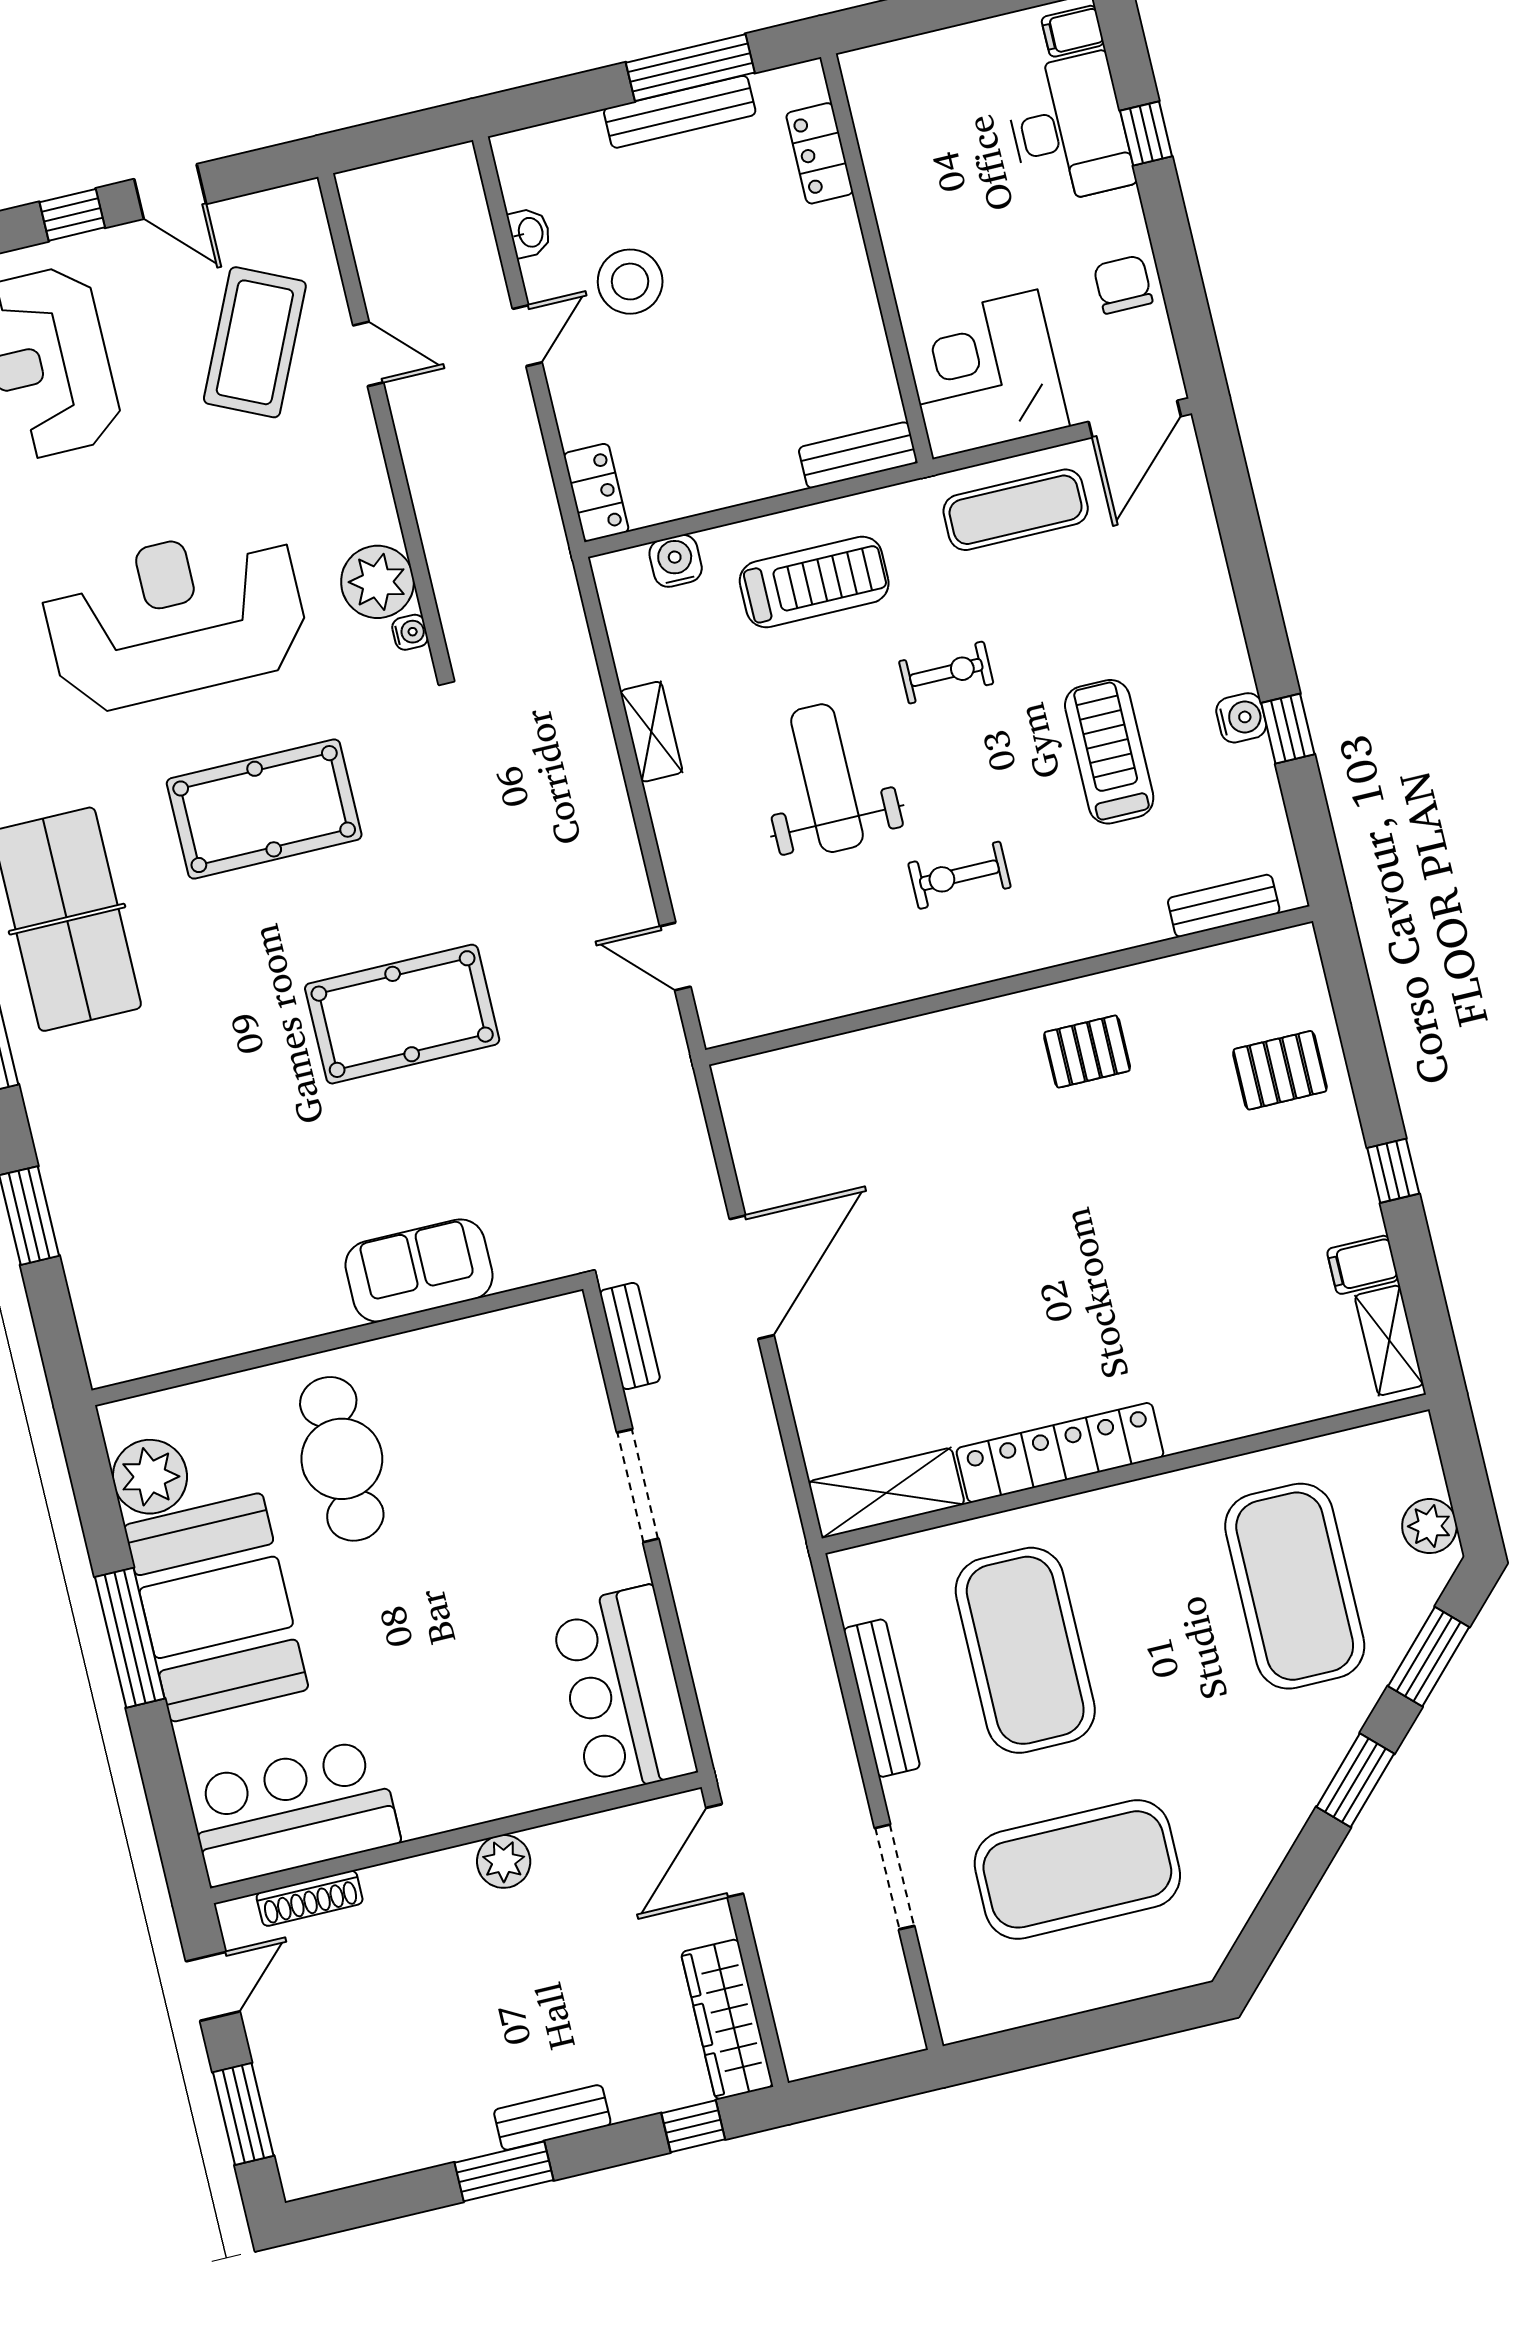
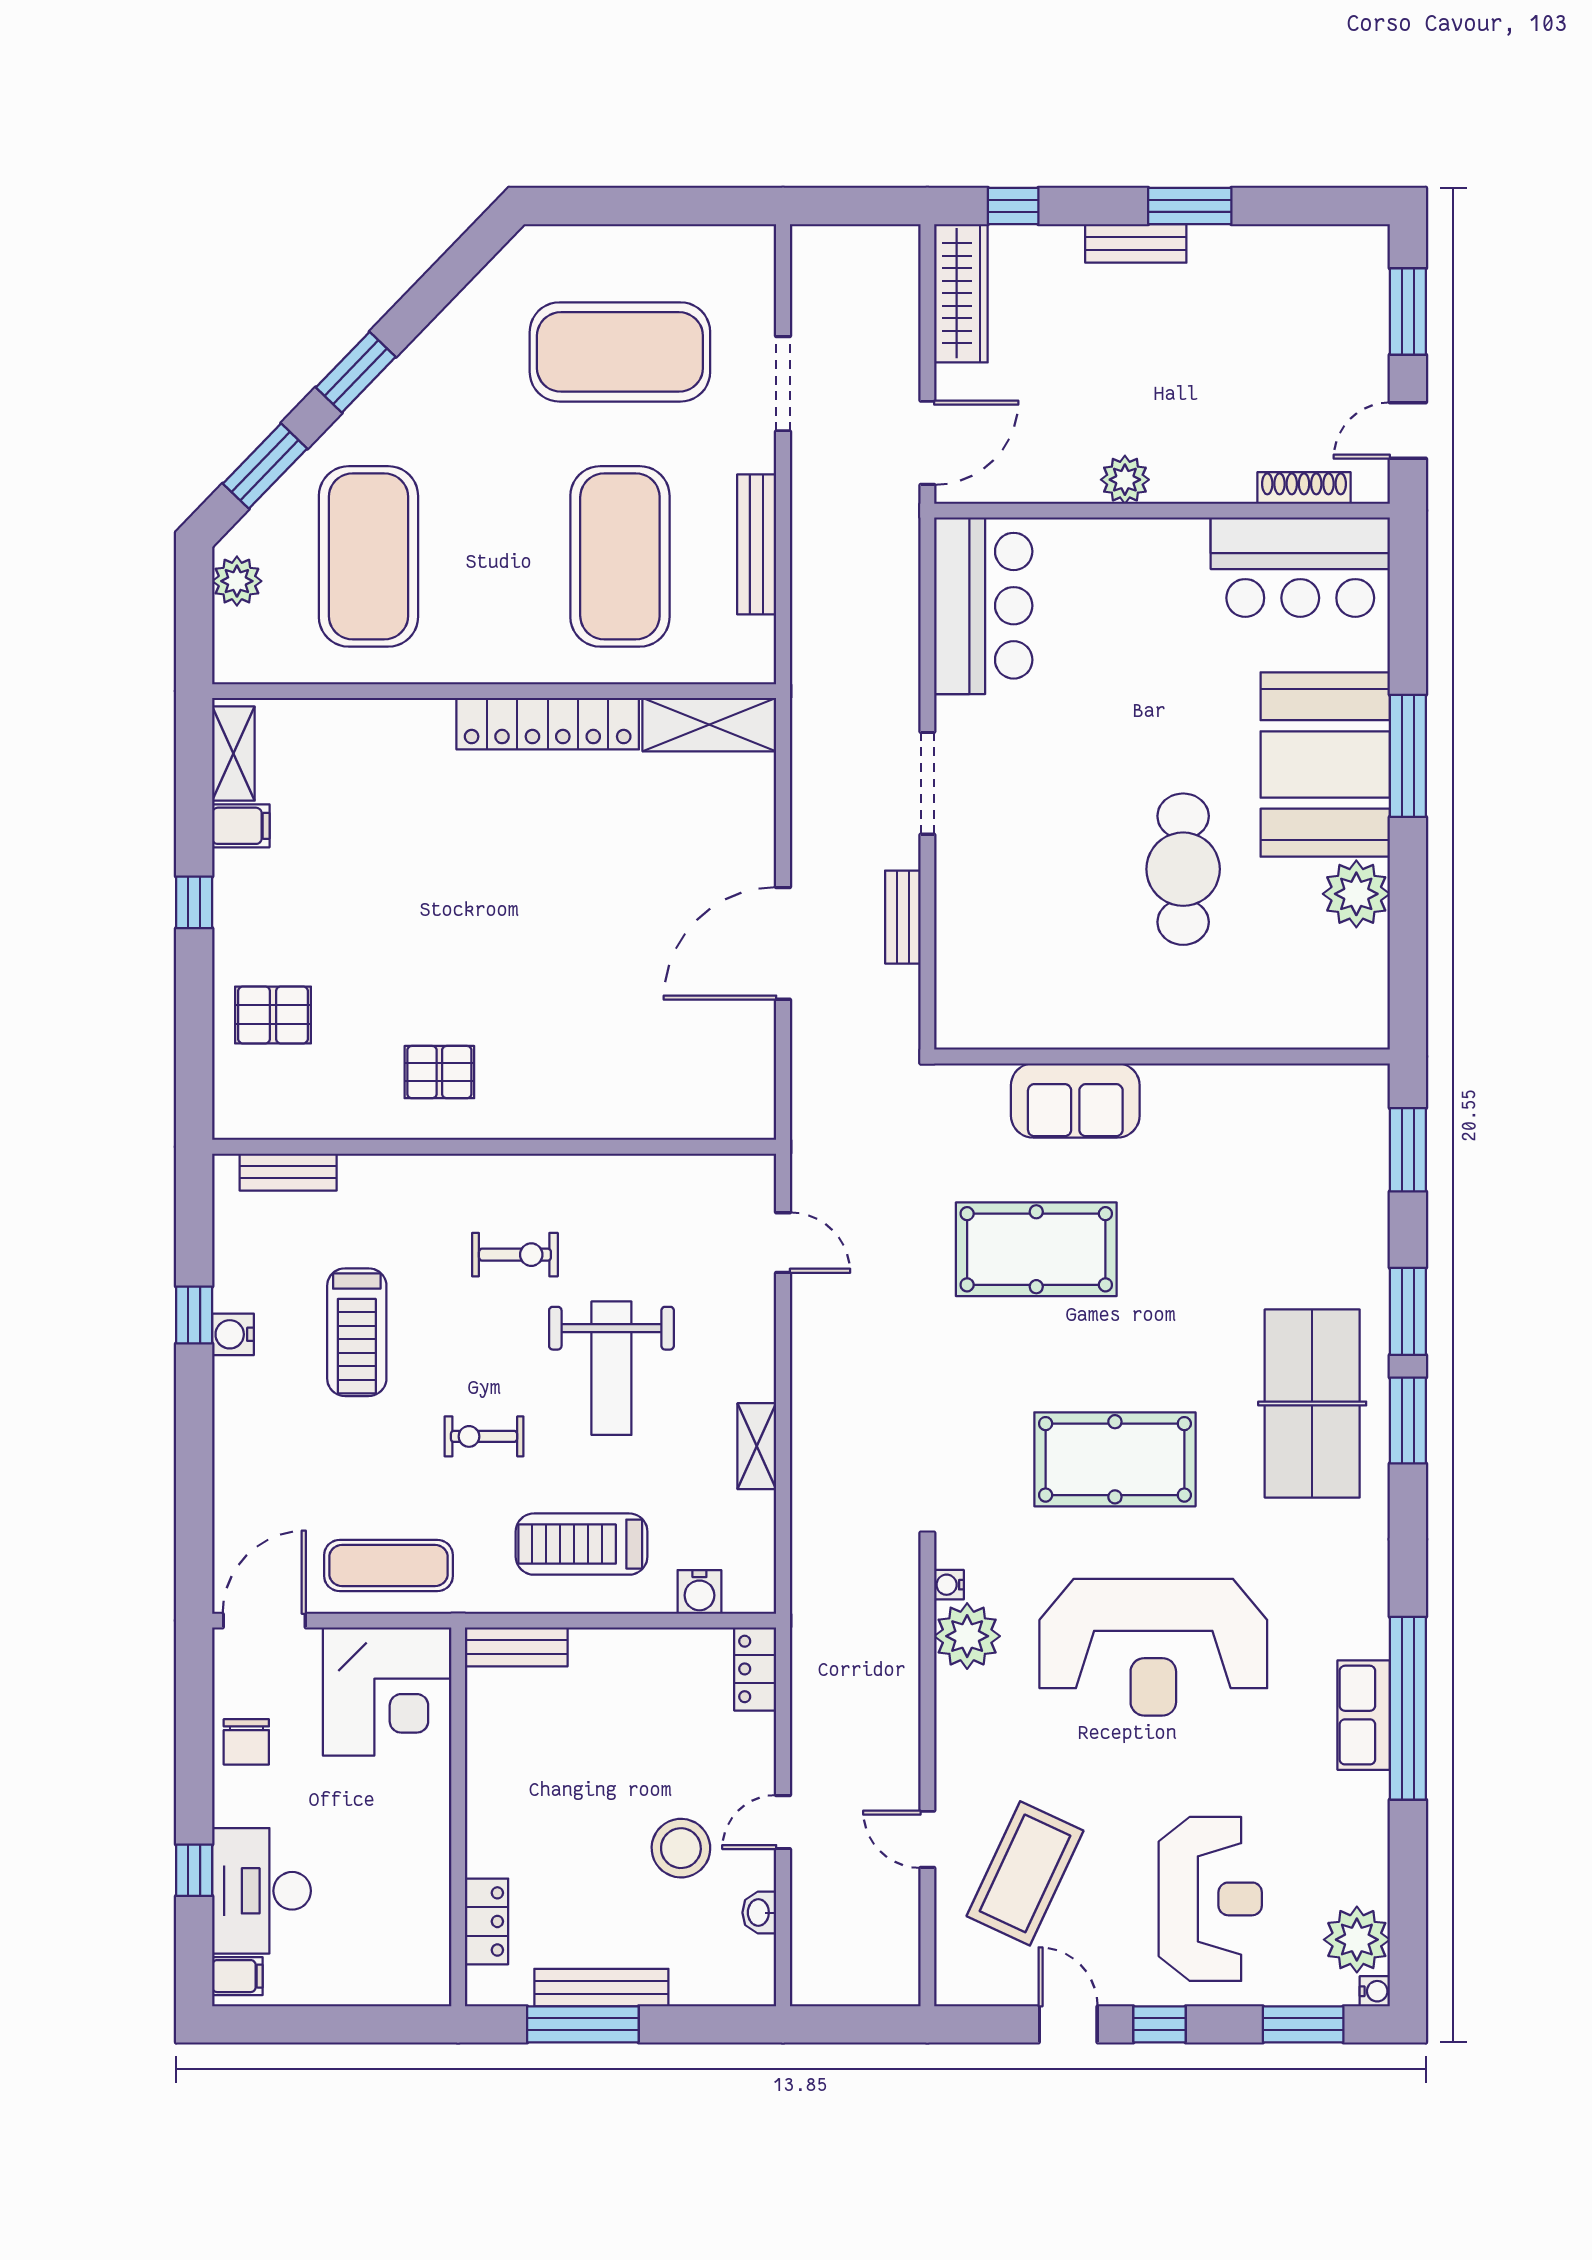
sofa: (419, 1270) -> (1075, 1100), moved
wall: (337, 1340) -> (1162, 1057), moved

